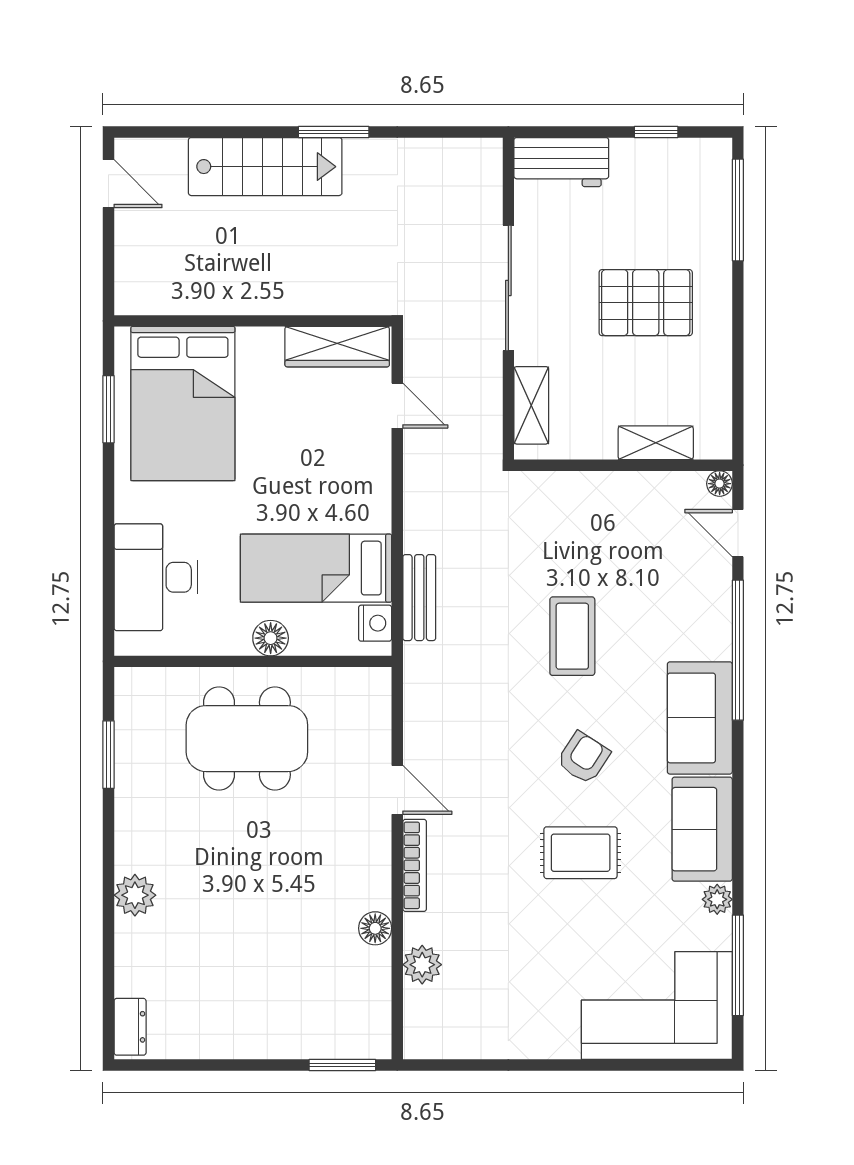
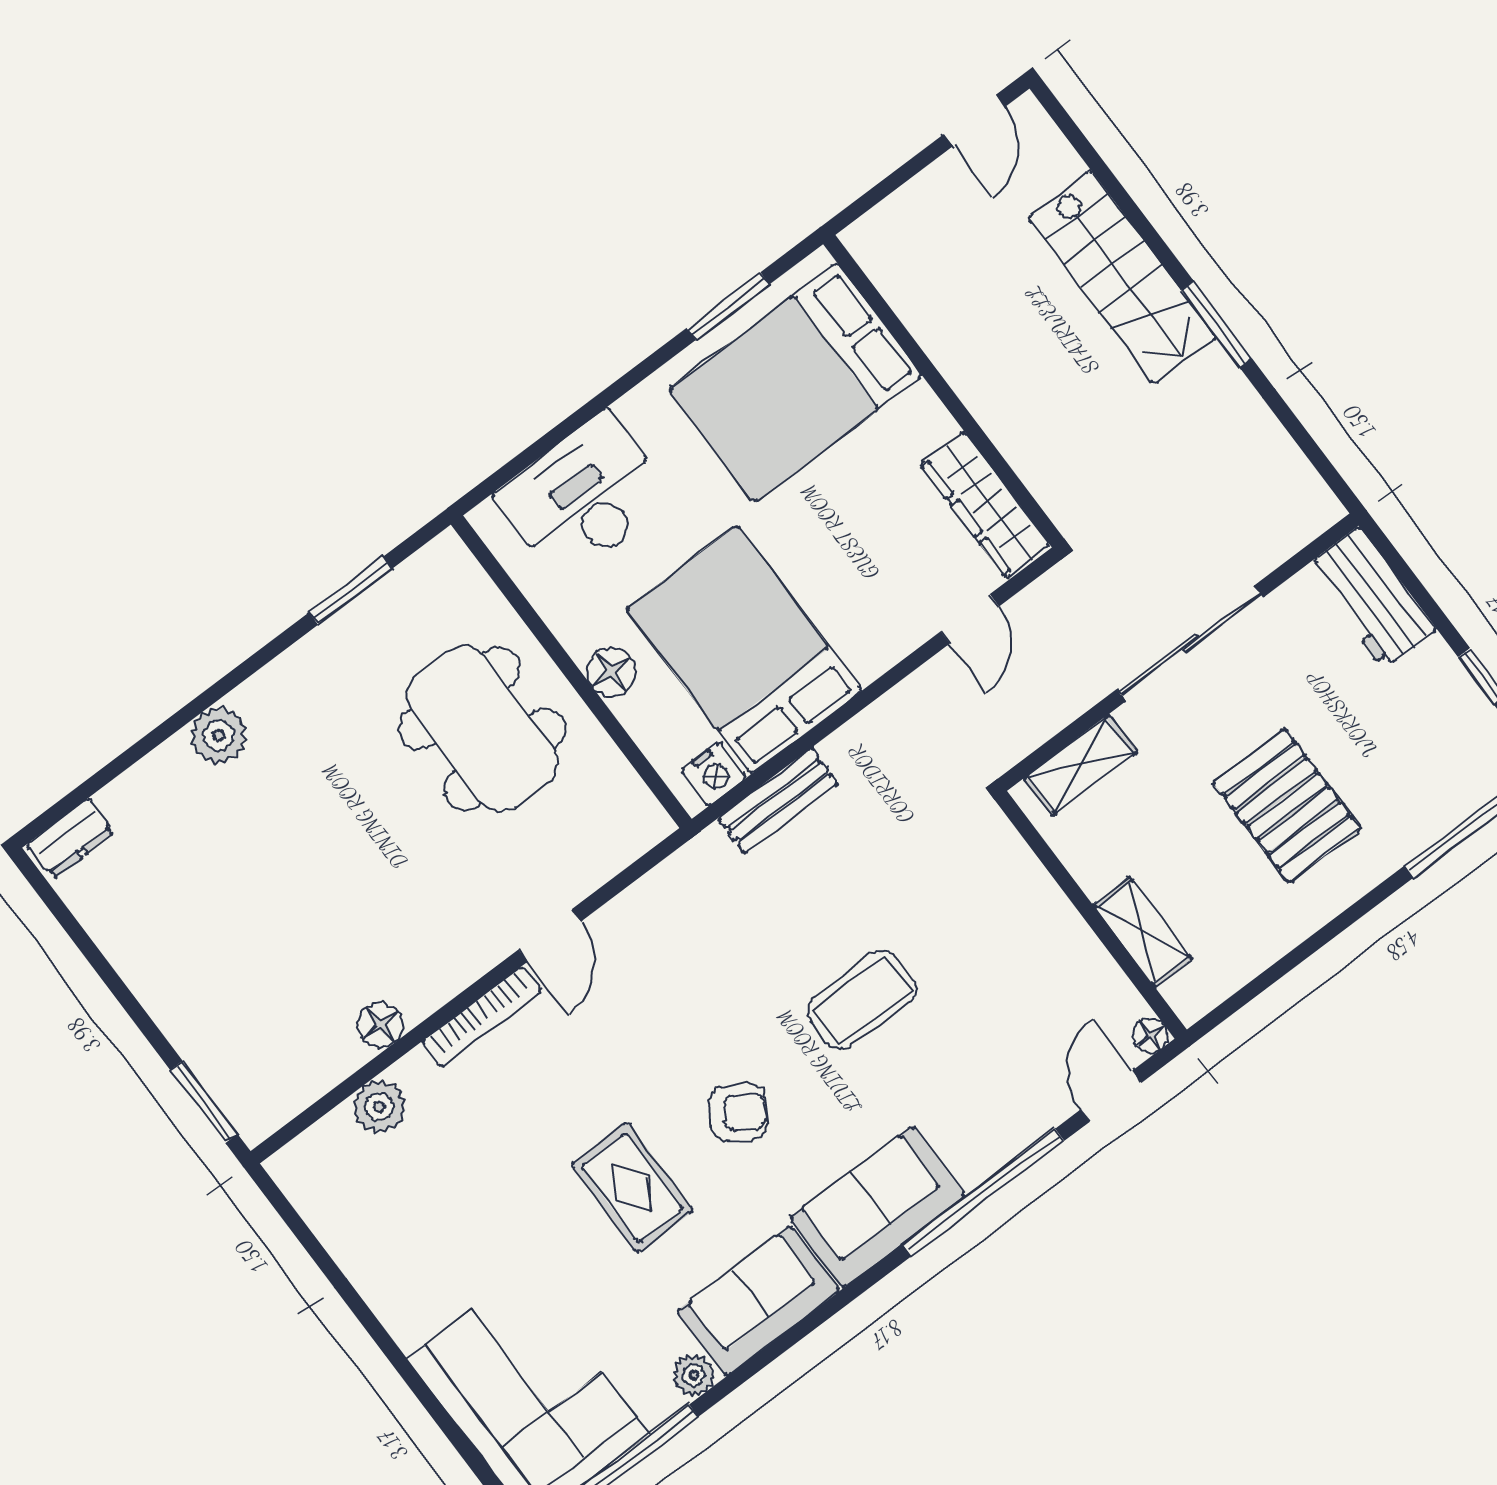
bed: (316, 568) -> (744, 650), width x1.50

